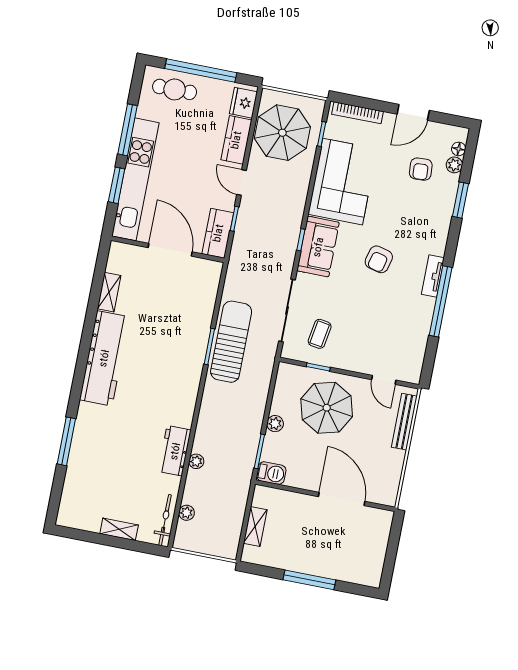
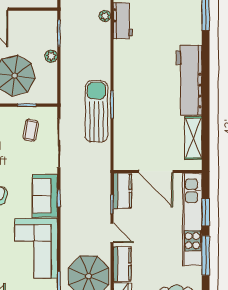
shelving: (109, 292) -> (193, 138), width x1.50, depth x1.33
sun lounger: (231, 342) -> (96, 111), turned 180
barbecue: (271, 473) -> (47, 18), removed

